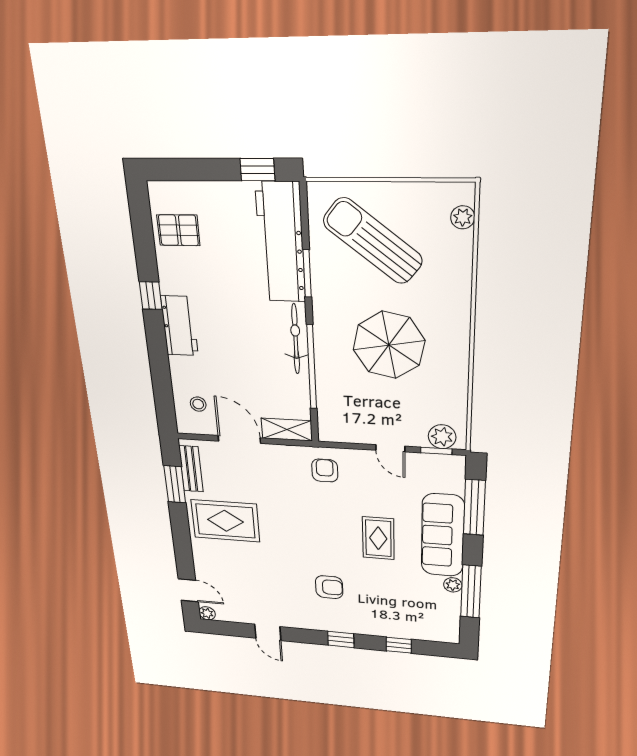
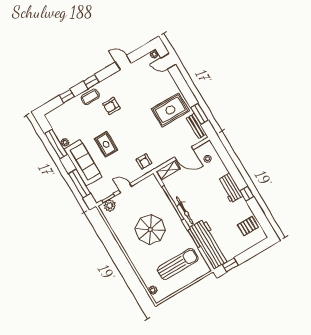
sun lounger: (373, 241) -> (178, 264), turned -38
coffee table: (358, 621) -> (90, 97), added

